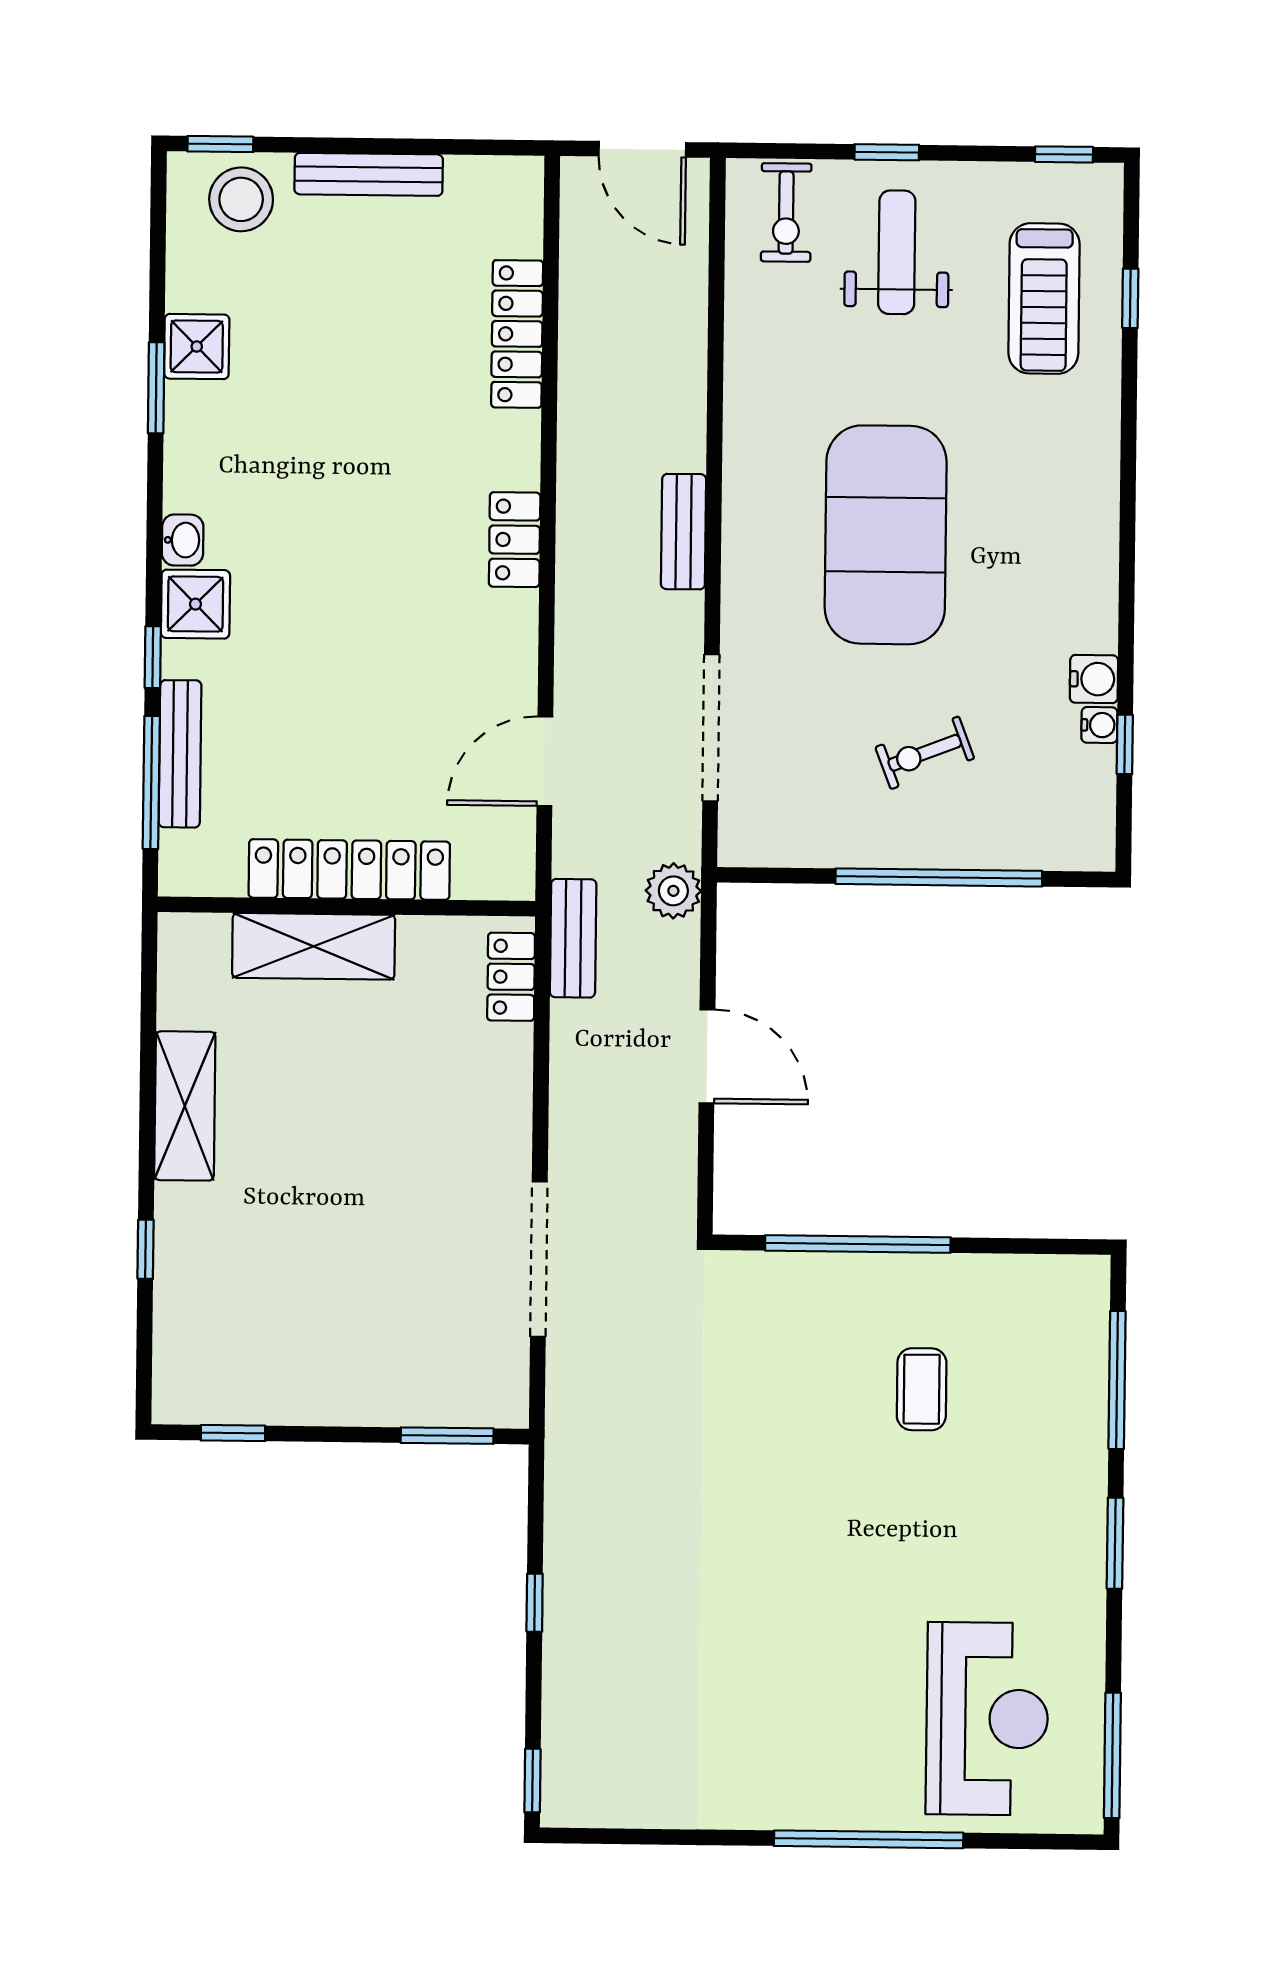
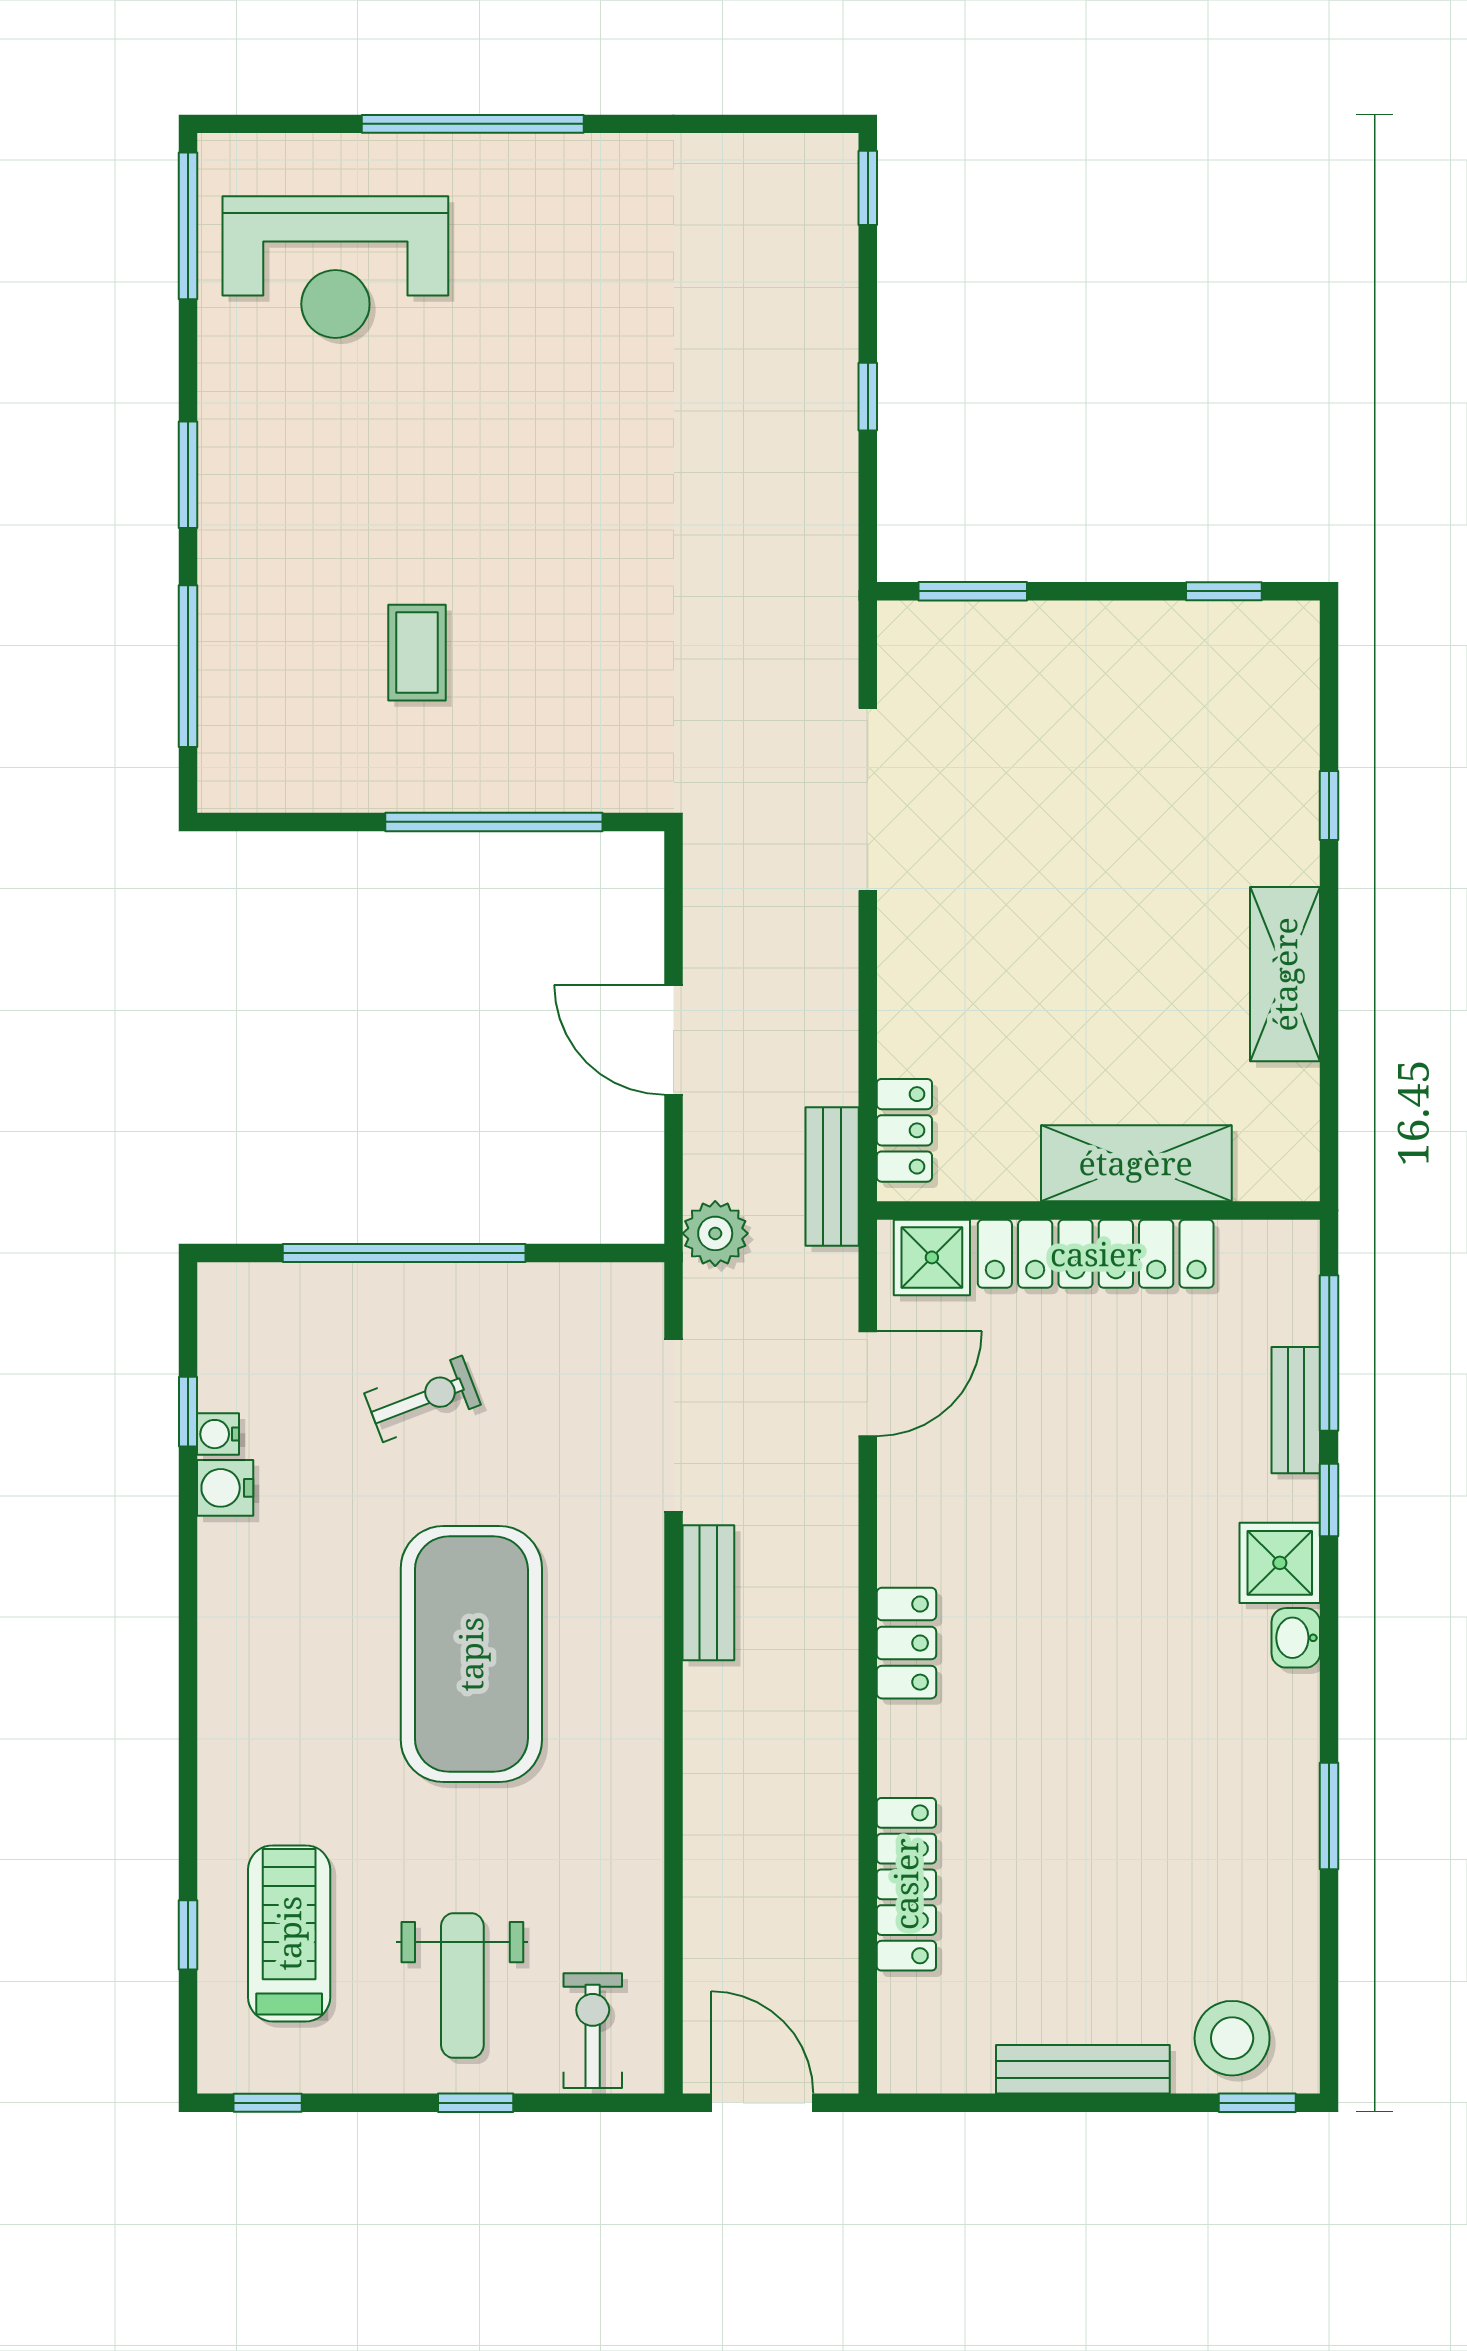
shower: (197, 347) -> (932, 1257), moved
bench: (684, 532) -> (708, 1593), moved
bench: (180, 754) -> (1296, 1410), width x0.73
reception desk: (987, 1719) -> (335, 267), turned -90

